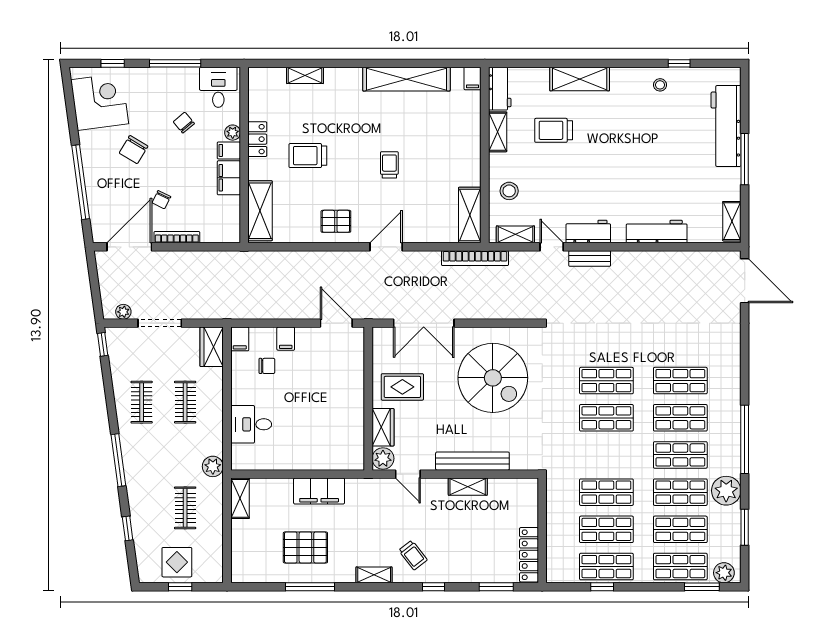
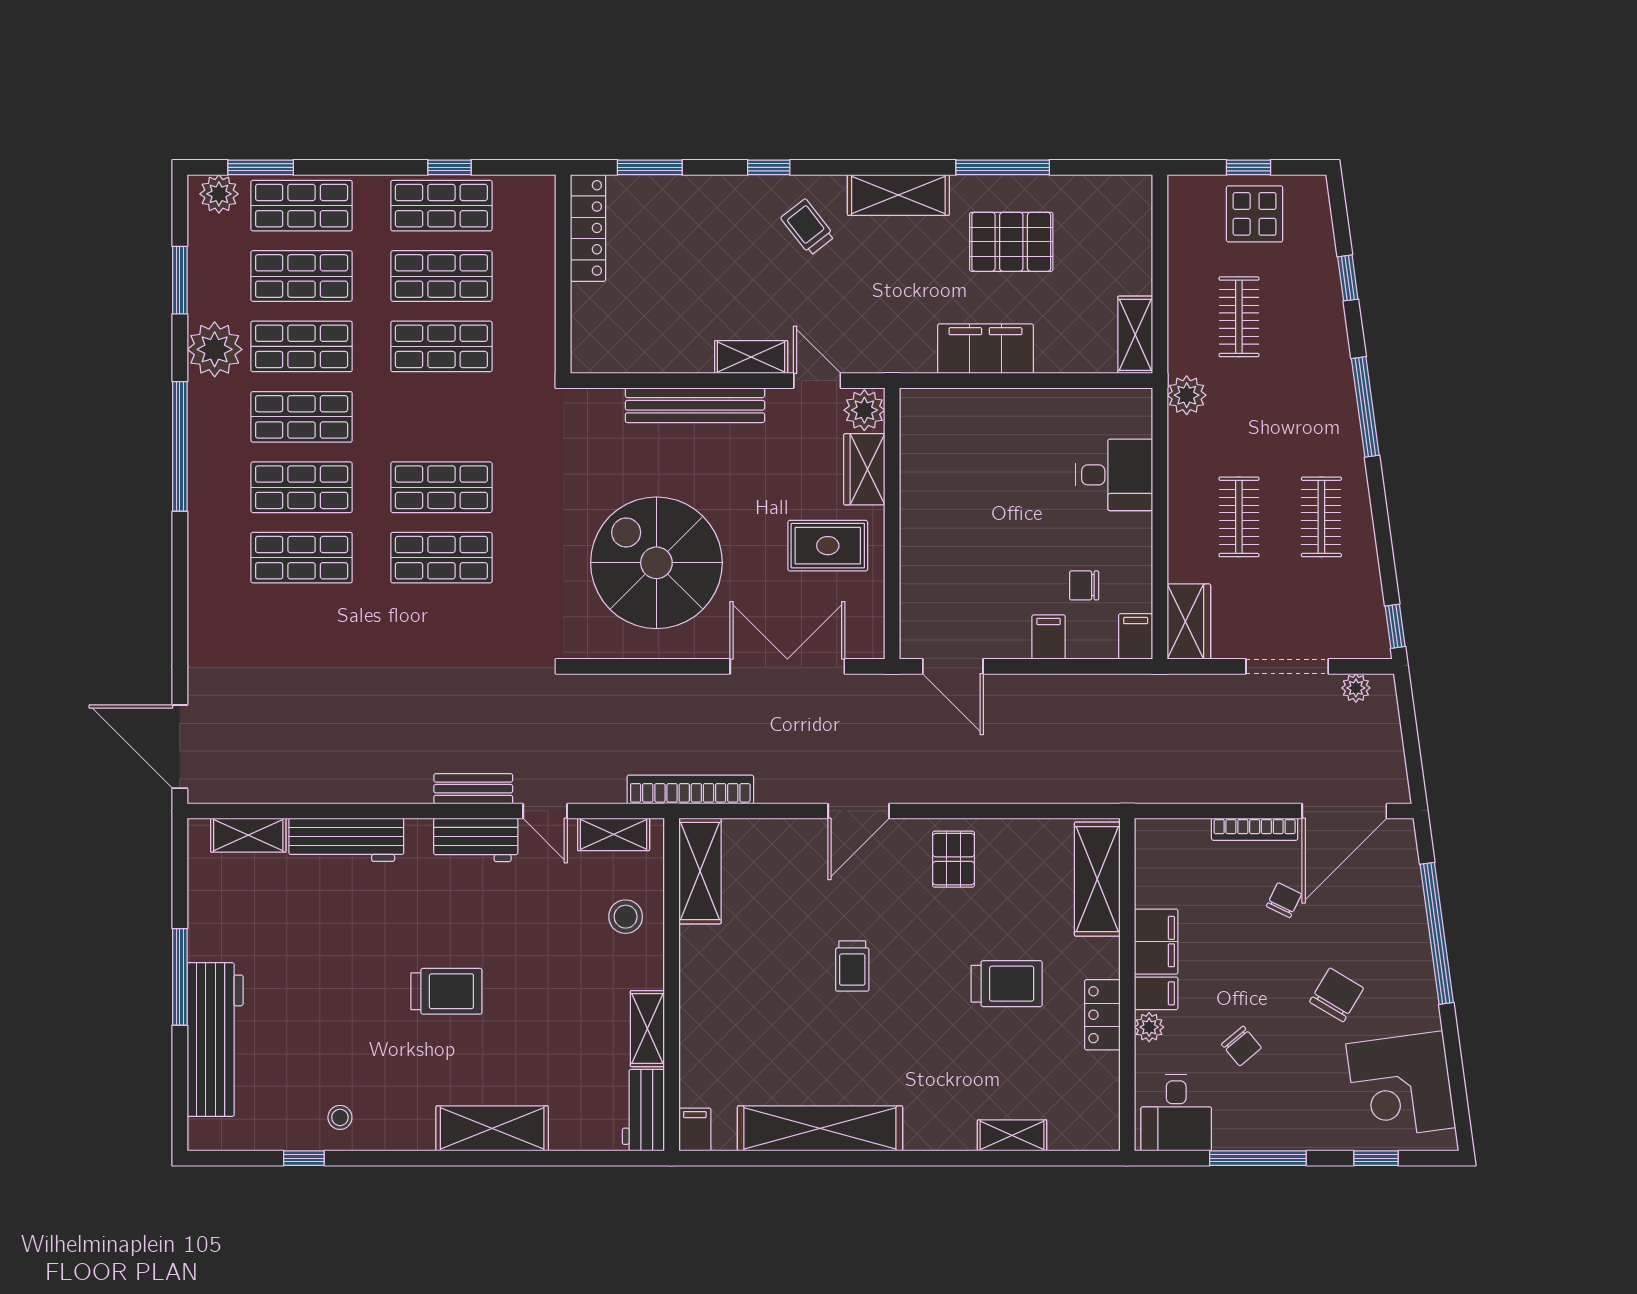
trolley: (554, 130) -> (446, 991), moved
pallet: (336, 221) -> (954, 859), turned 90
shelving: (732, 221) -> (248, 835), moved, turned 90
shelving: (468, 487) -> (751, 357), moved
shelving: (374, 575) -> (898, 195), width x1.50, depth x1.33

